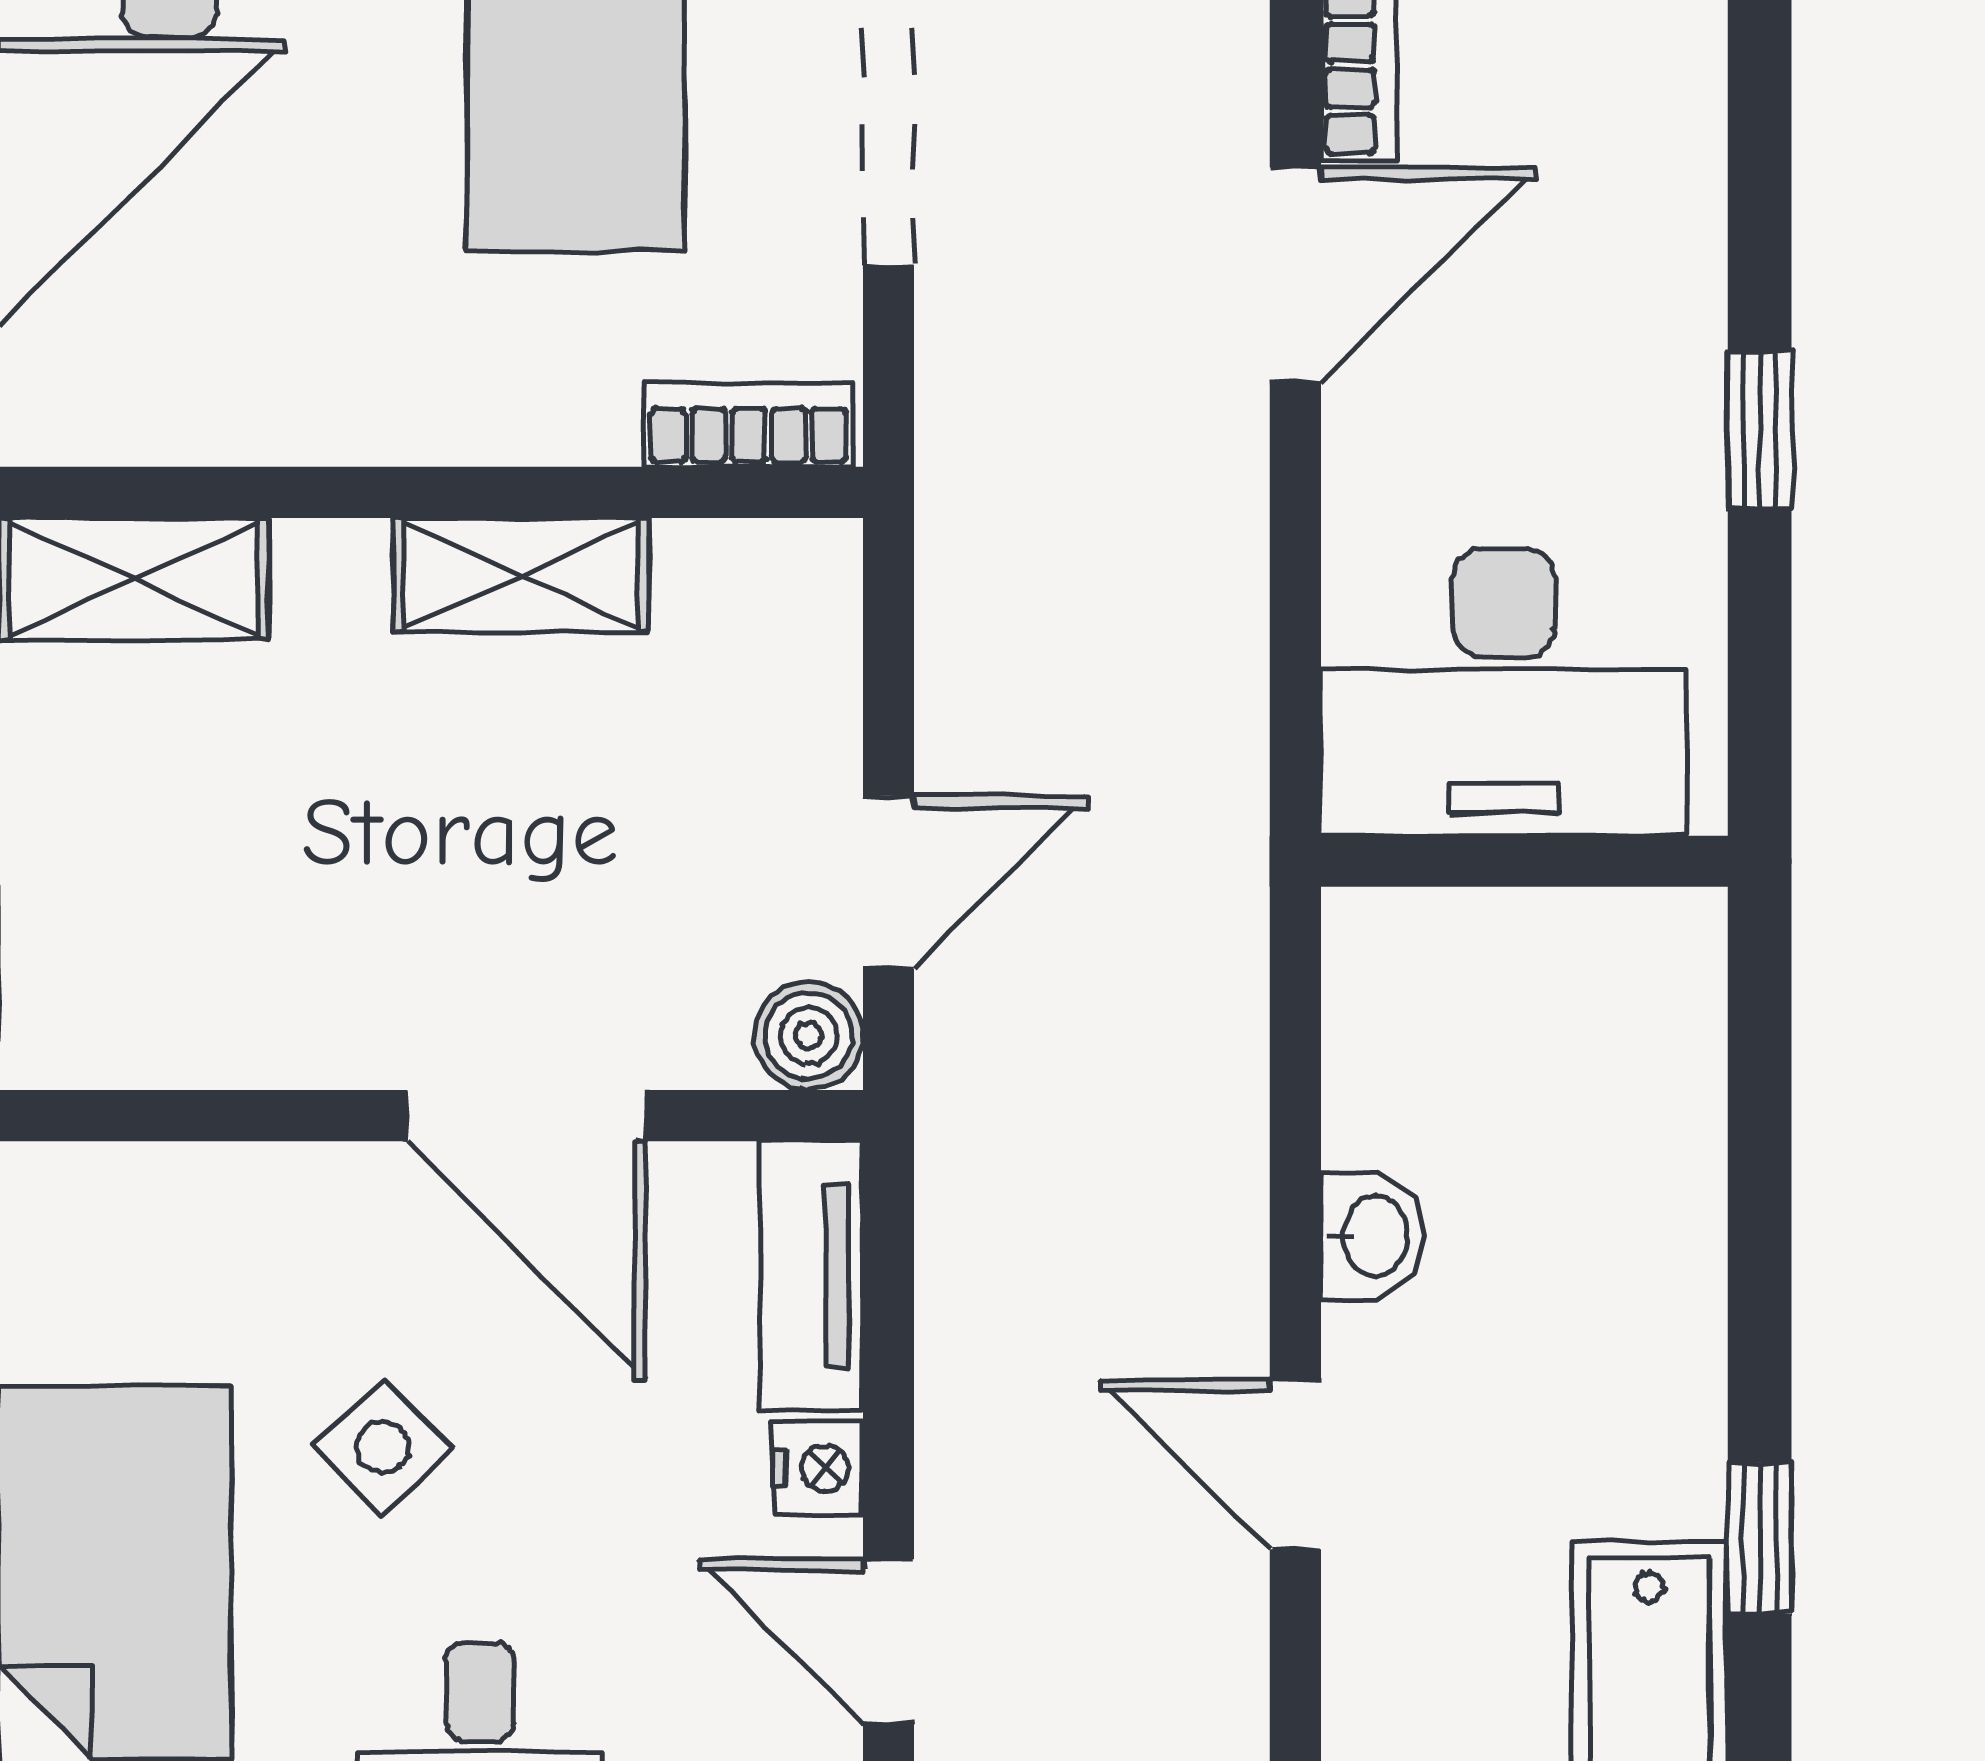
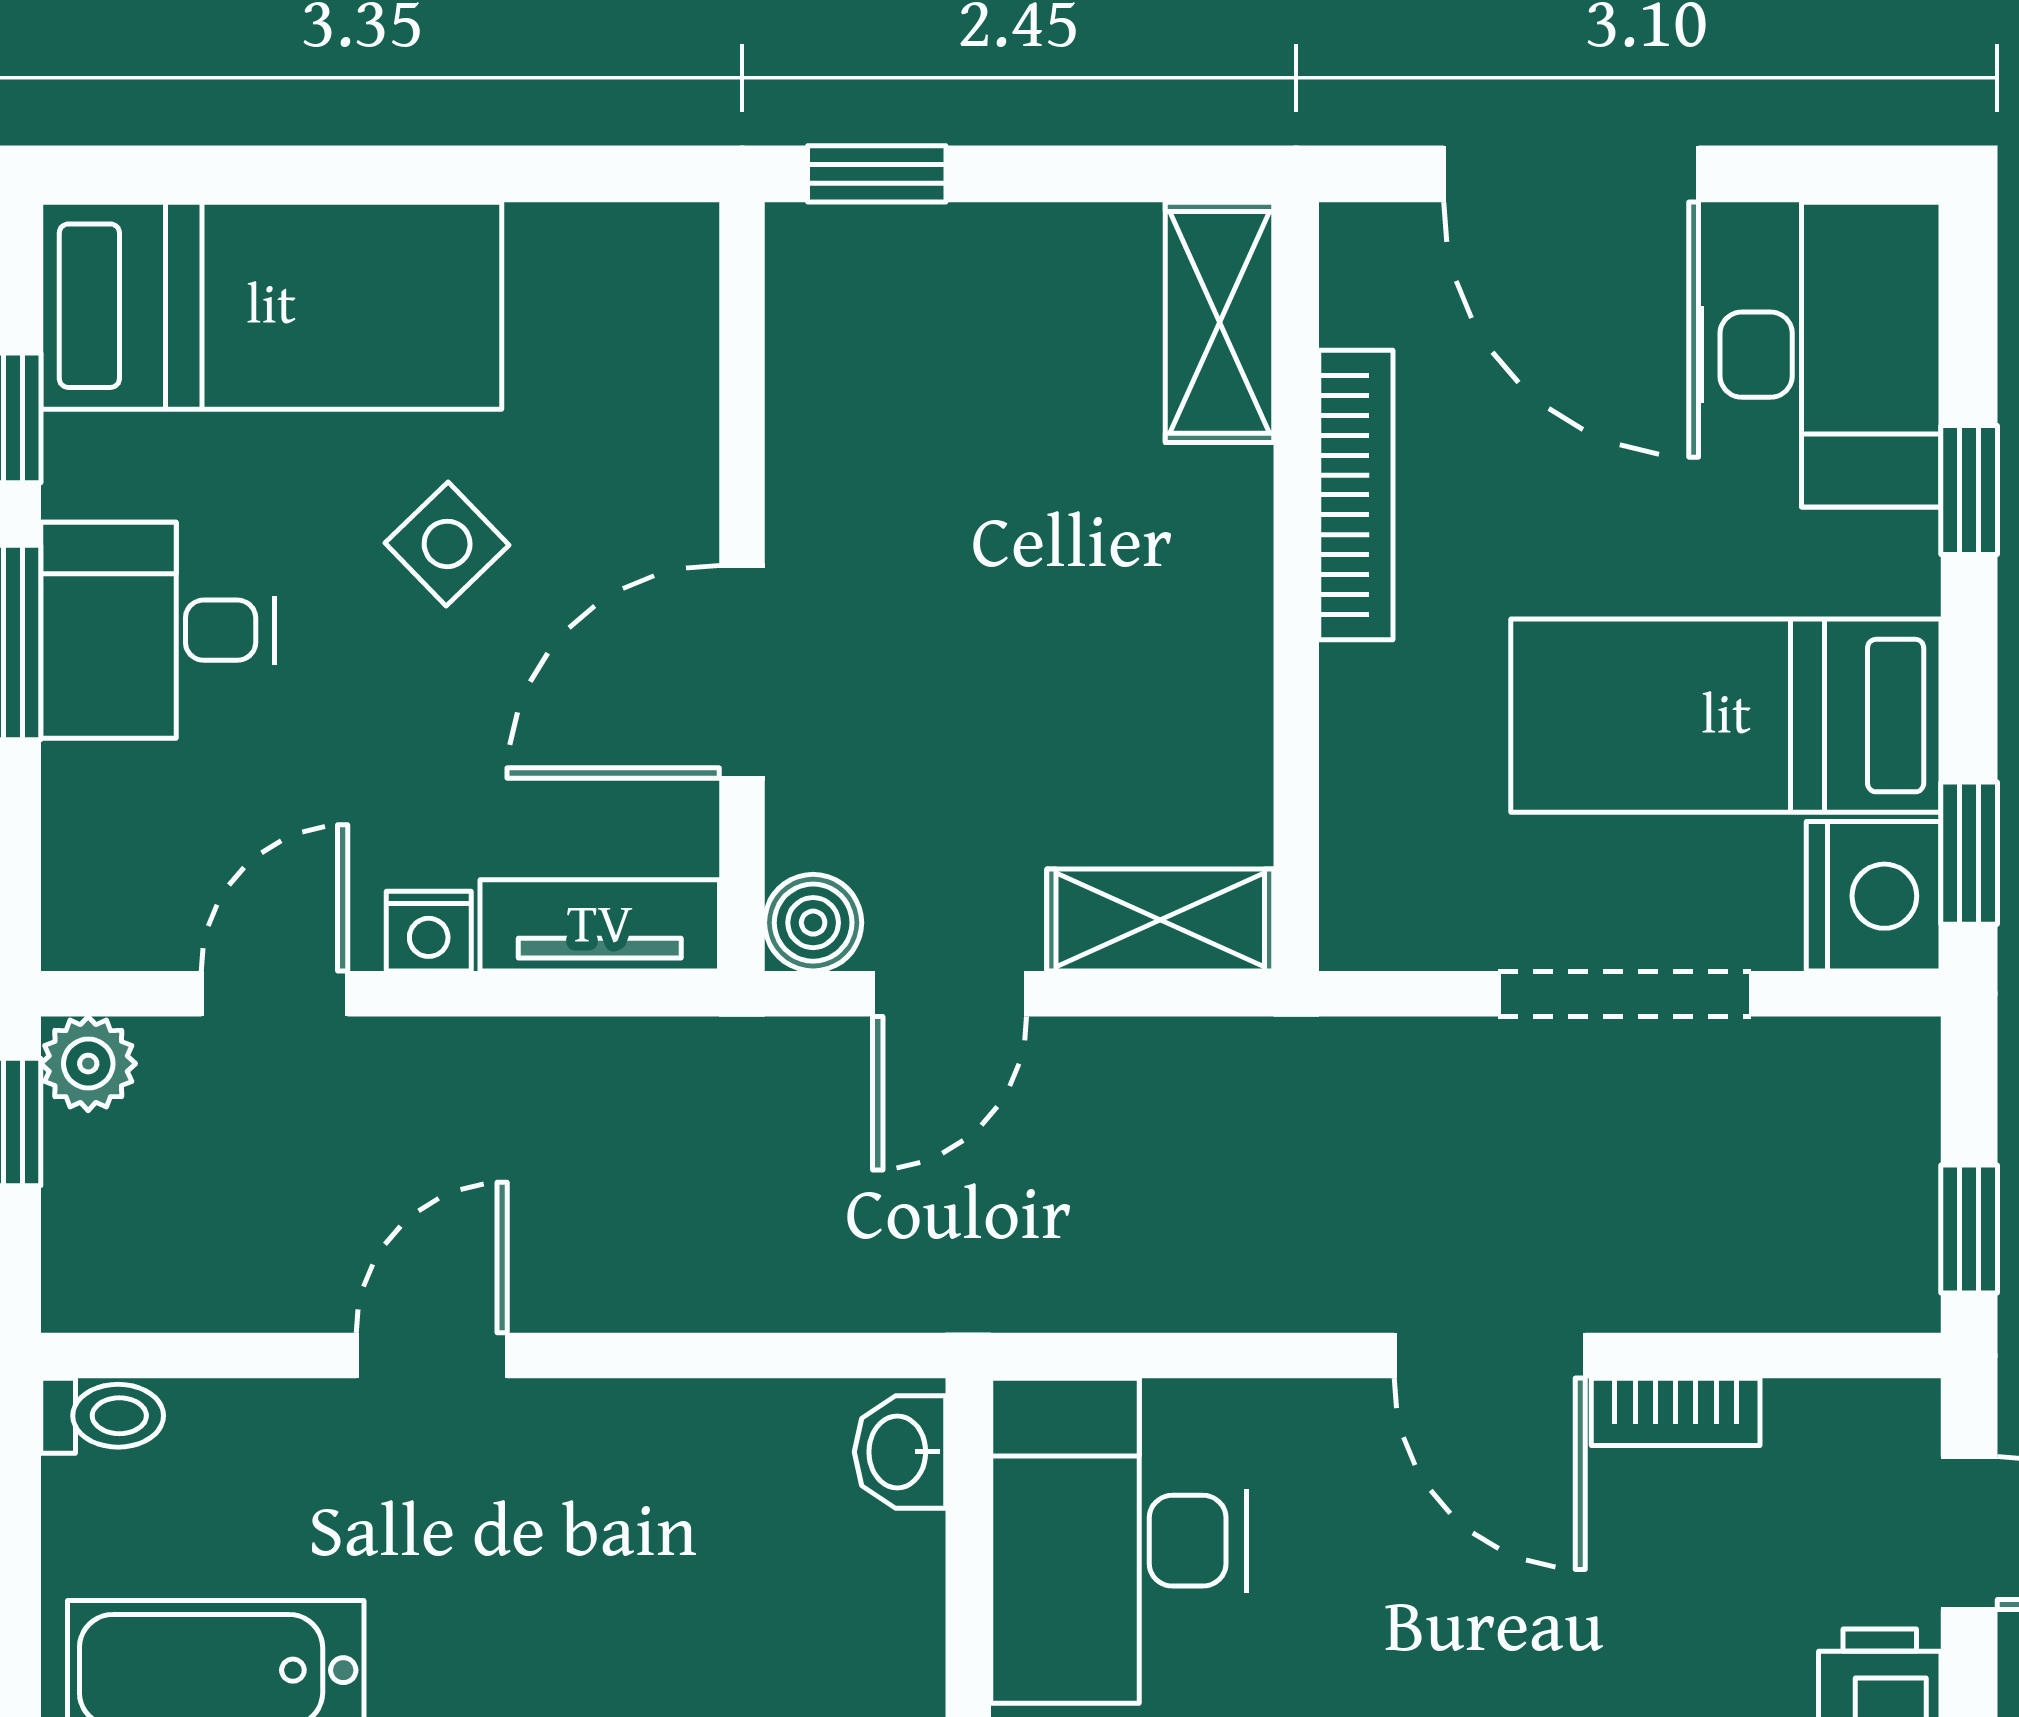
bookcase: (749, 425) -> (1356, 495), moved, width x1.56
shelving: (521, 575) -> (1160, 920), moved, turned 90
door: (888, 882) -> (950, 994), hinge flipped
washbasin: (1372, 1236) -> (900, 1452), moved, turned 90

